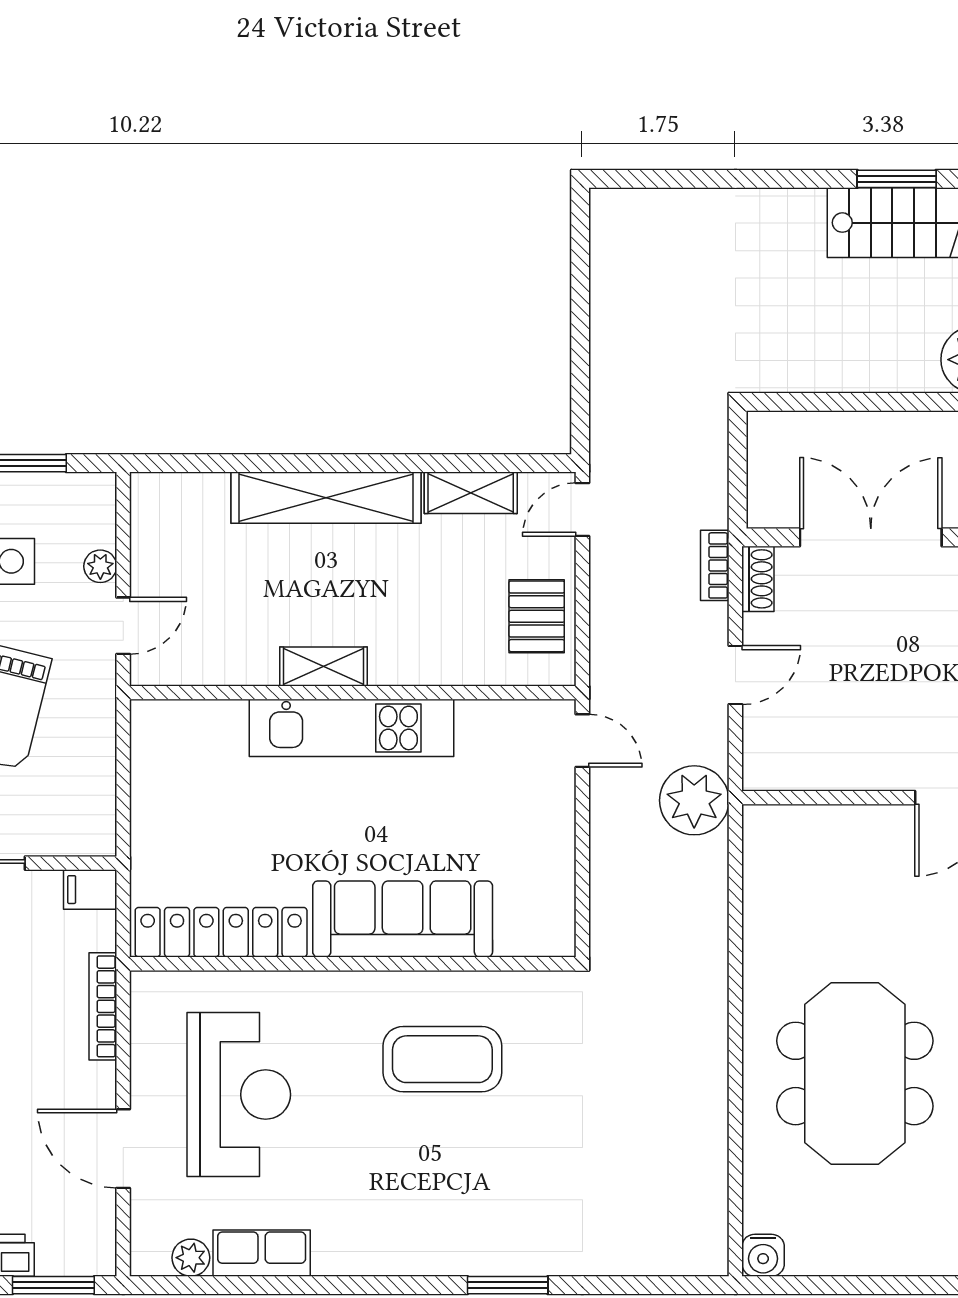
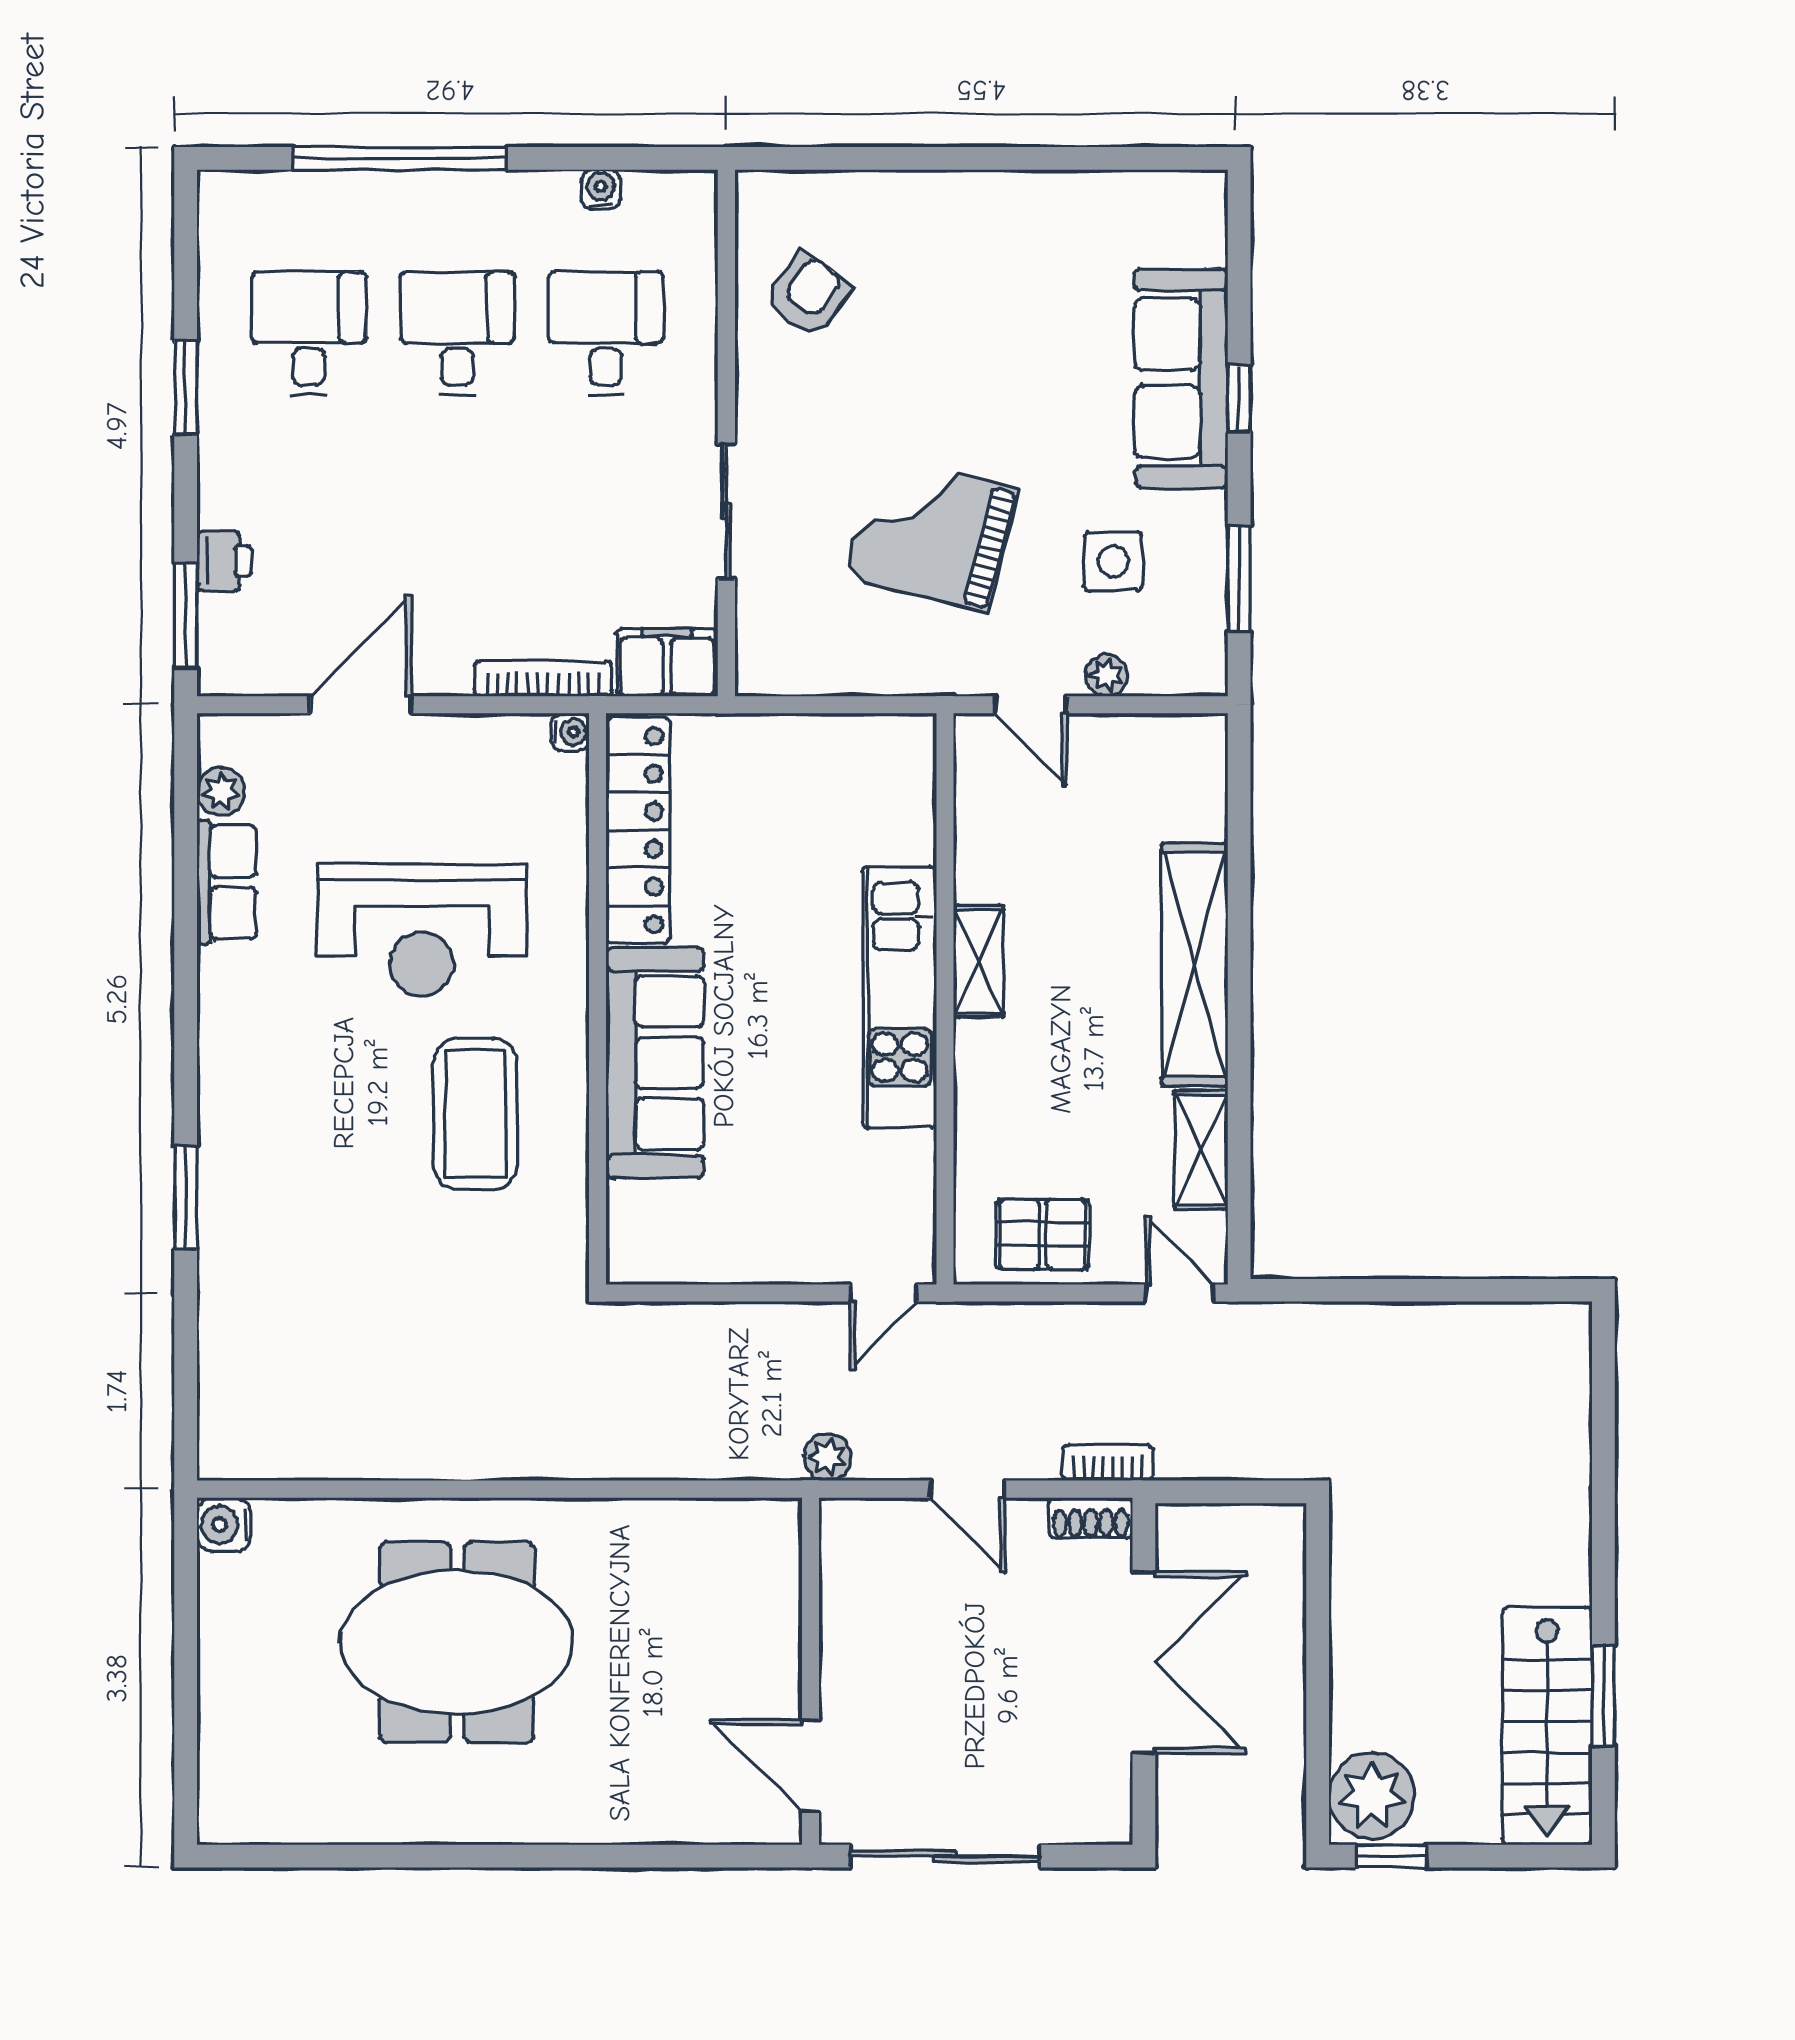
plant: (694, 800) -> (828, 1457), width x0.53, depth x0.53
filing cabinet: (90, 890) -> (667, 662), width x2.00
water cooler: (144, 985) -> (570, 732), added
reception desk: (239, 1095) -> (422, 930), moved

